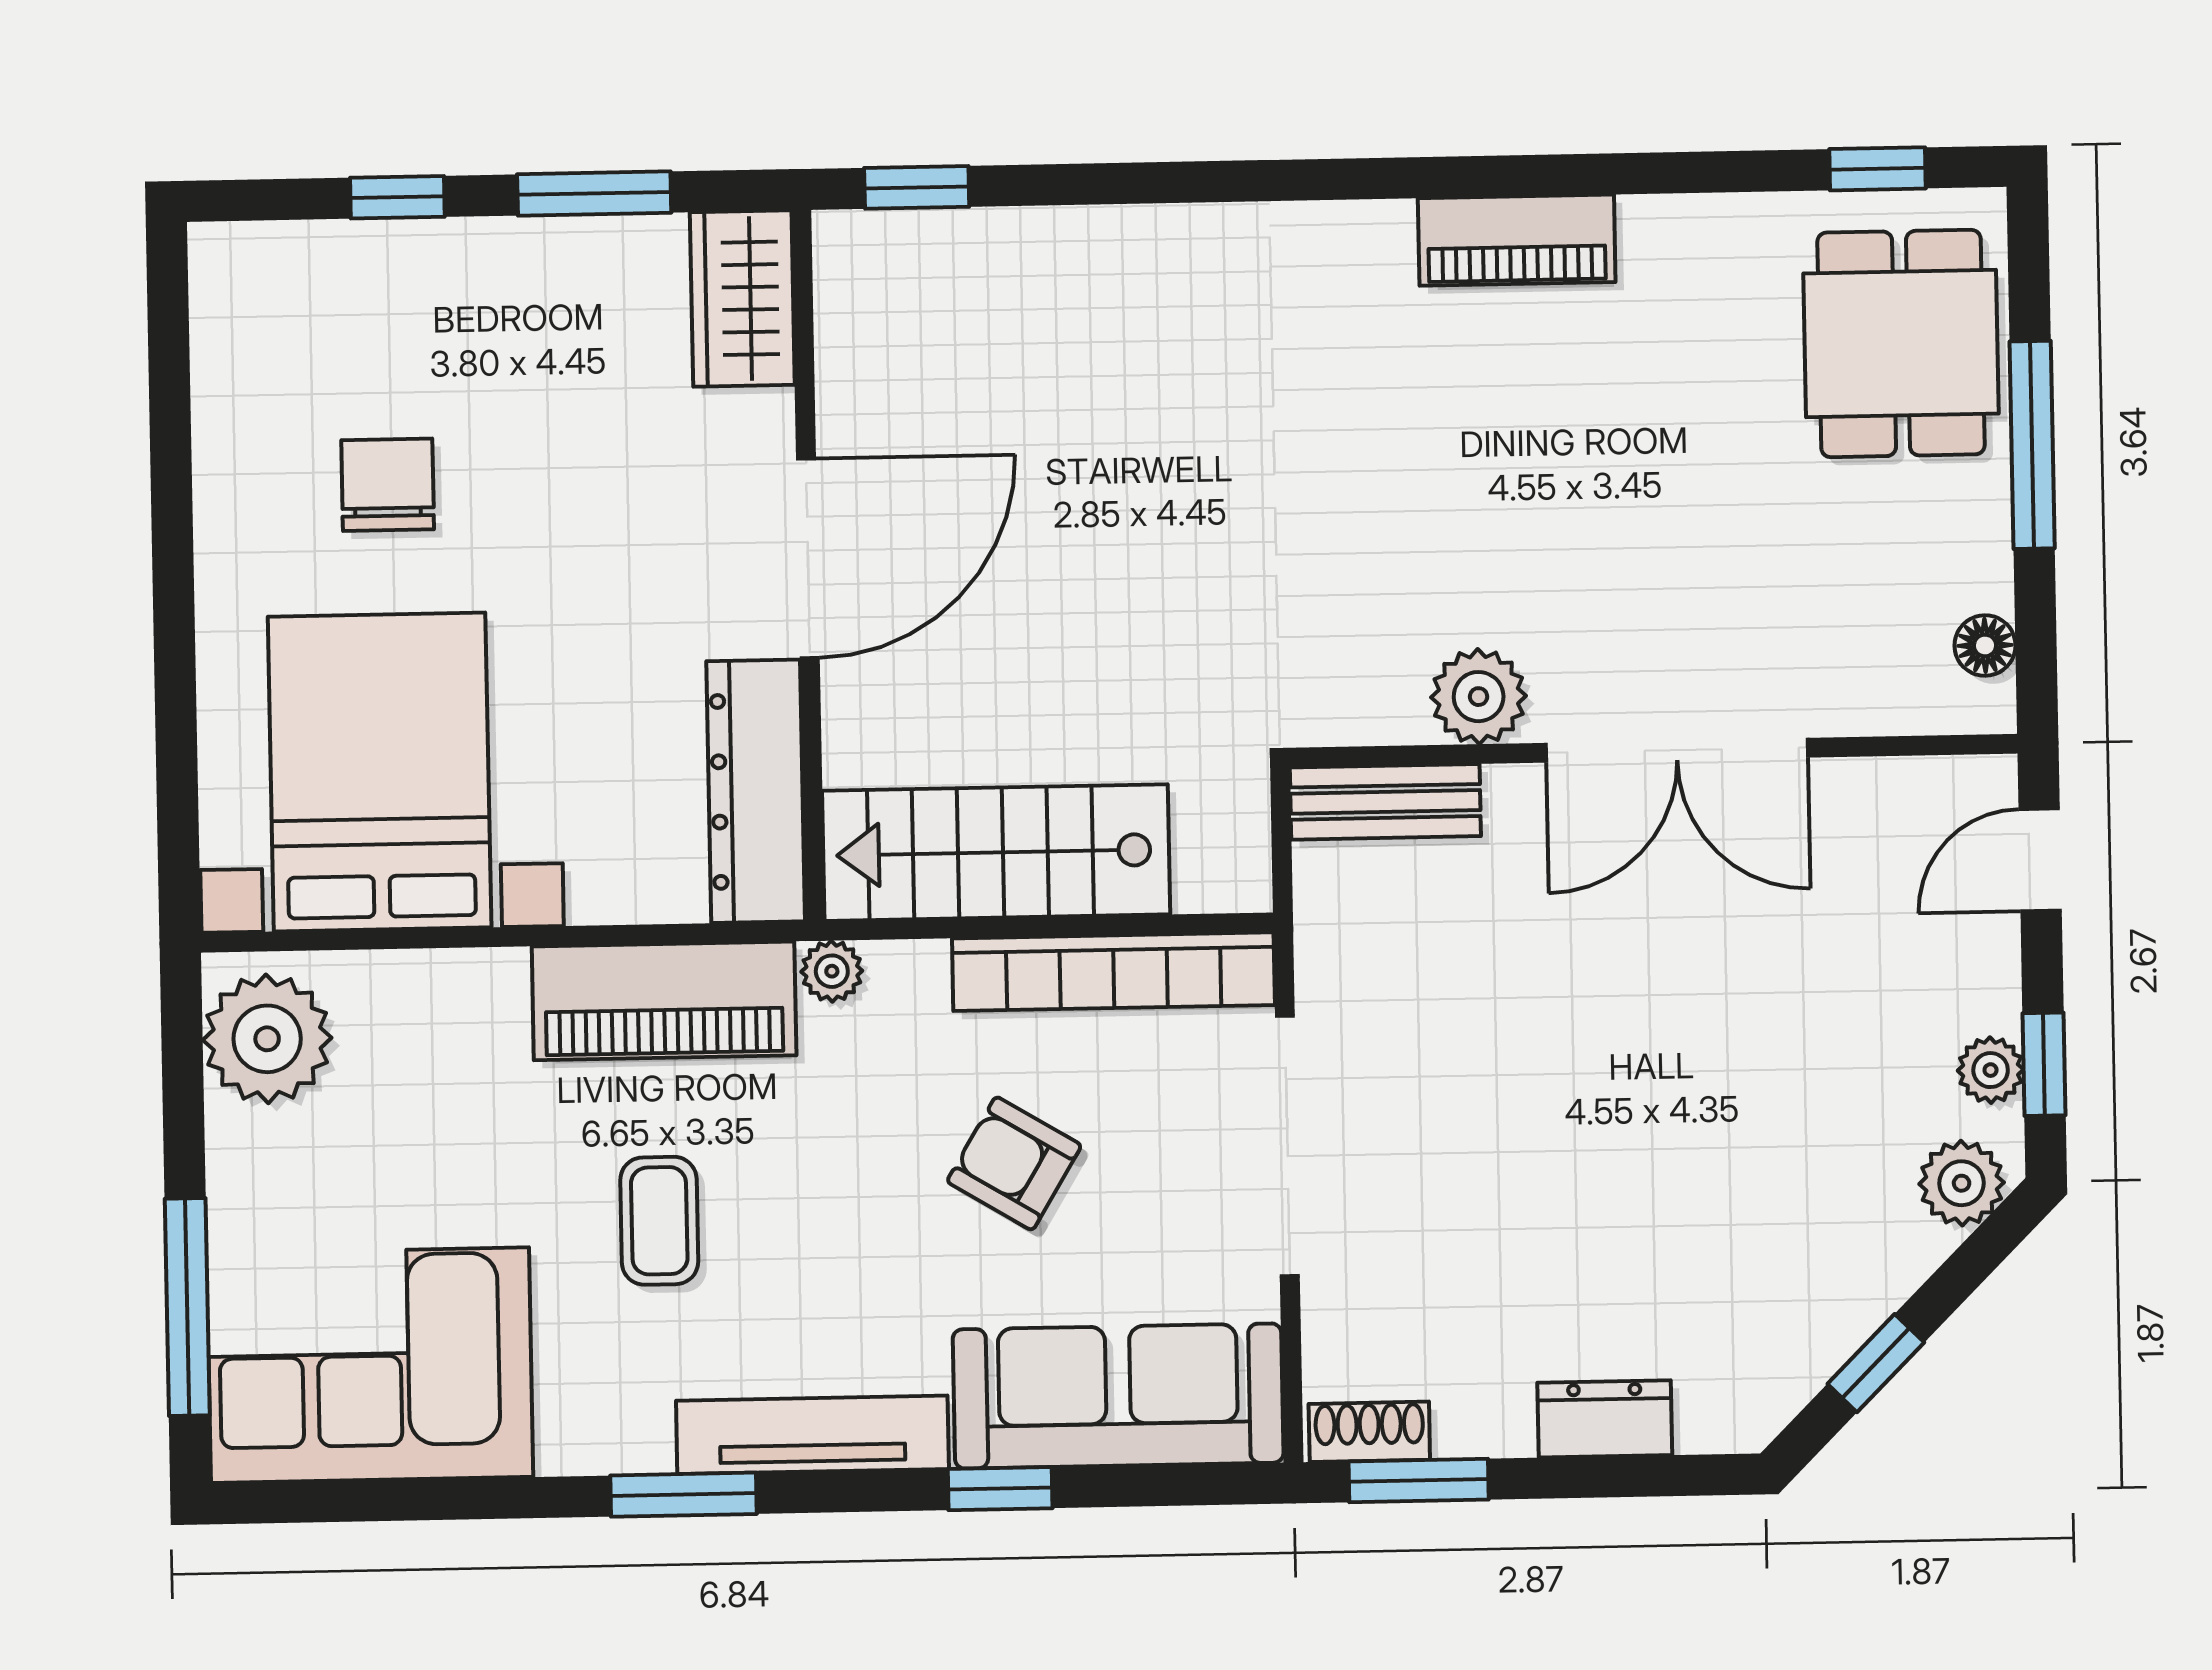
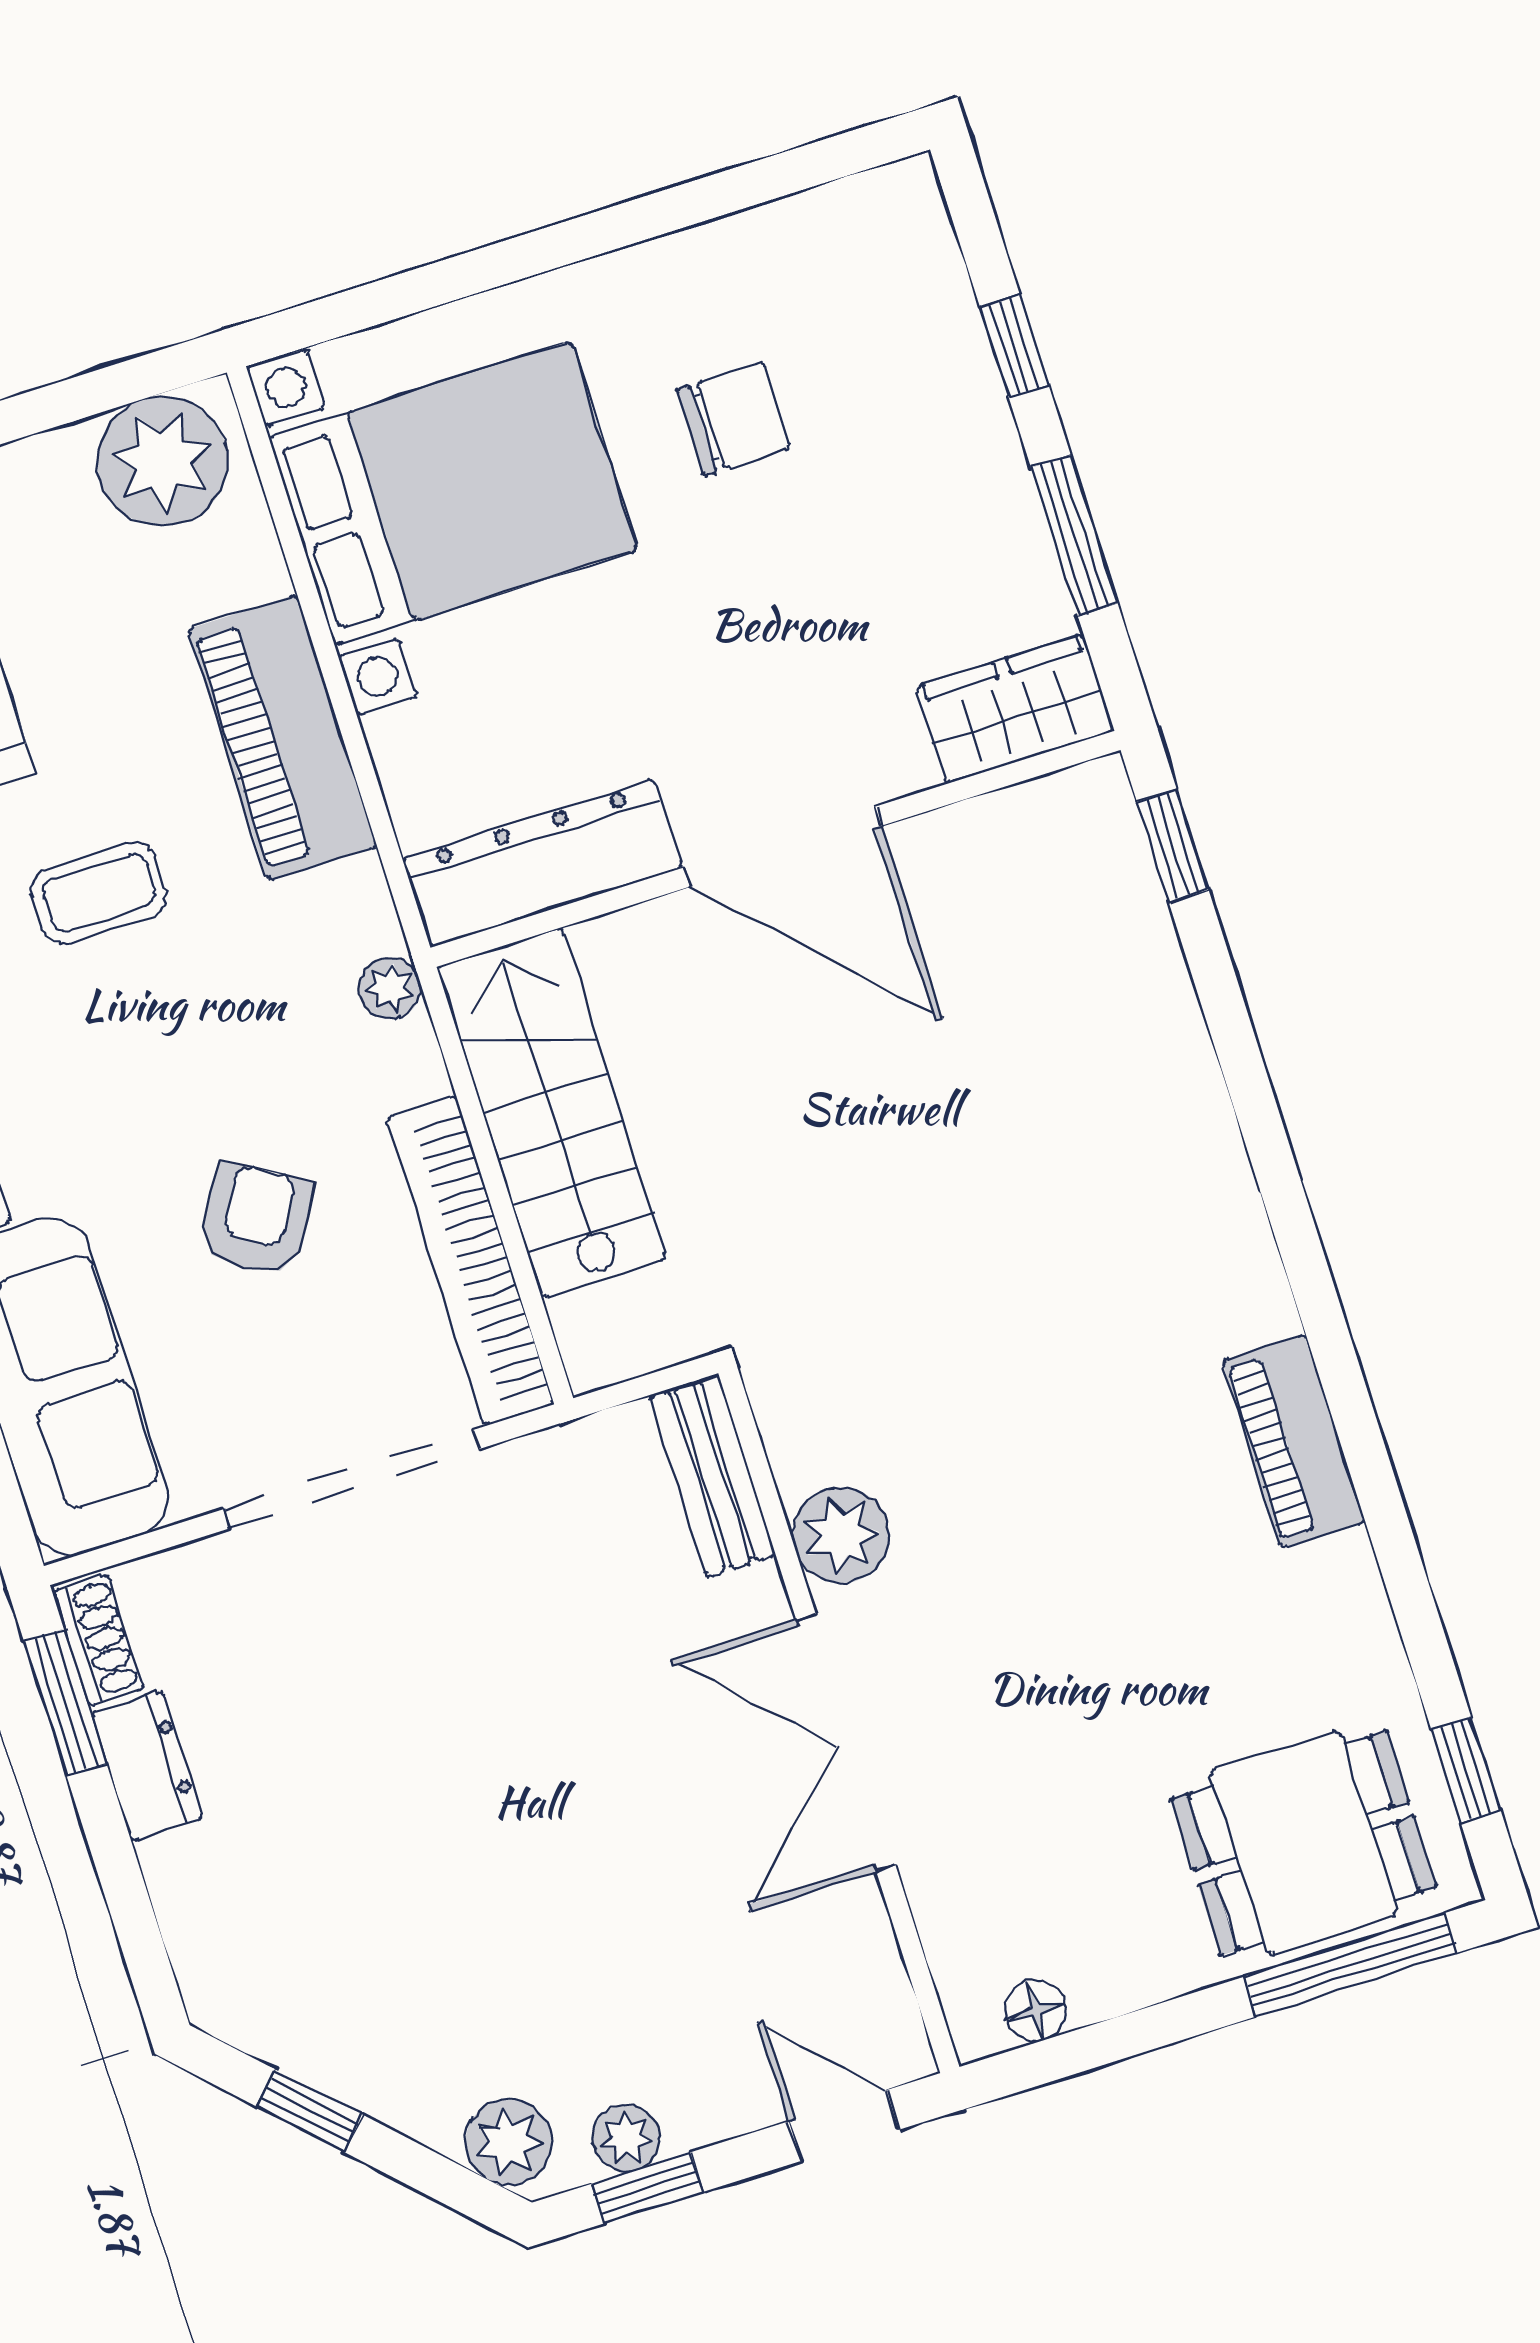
window: (2032, 445) -> (1350, 1965), moved
piano: (664, 1001) -> (282, 738), moved
dresser: (1605, 1419) -> (147, 1766), moved

